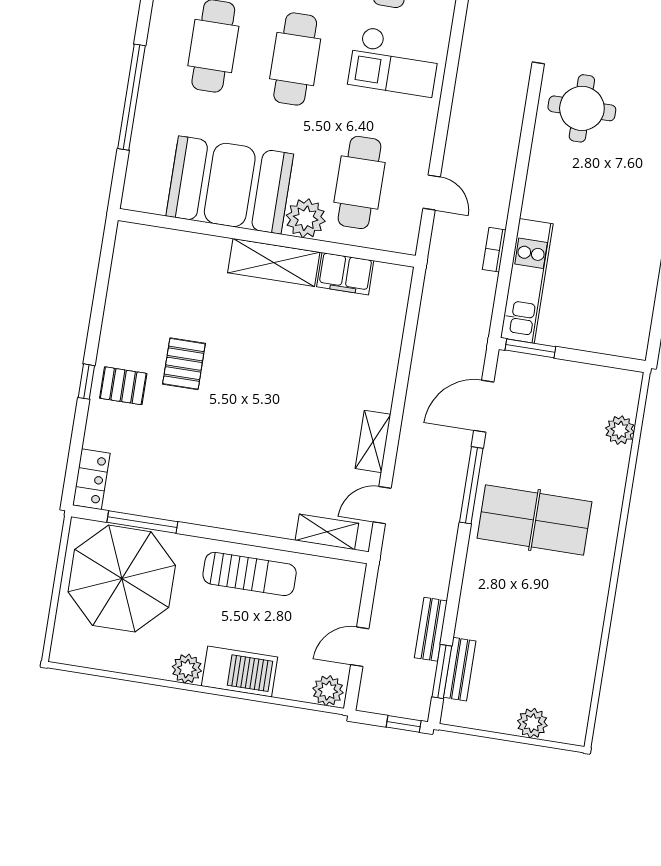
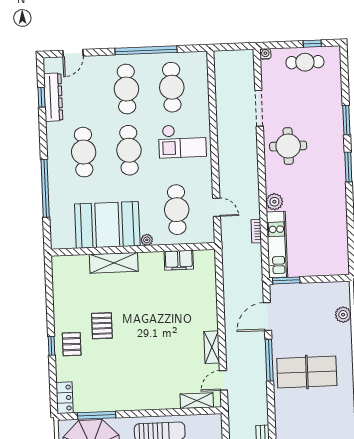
plant: (537, 203) -> (274, 202), added
plant: (306, 218) -> (147, 240), width x0.53, depth x0.53
shelving: (274, 263) -> (114, 263), moved
pallet: (123, 386) -> (72, 344), turned 90

